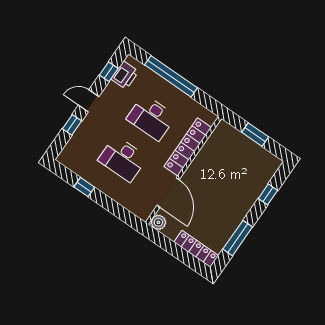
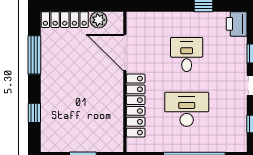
printer: (125, 75) -> (237, 24), moved
desk: (123, 159) -> (187, 55), width x0.73
plant: (158, 222) -> (98, 20), moved

